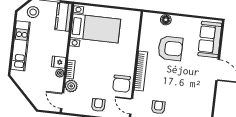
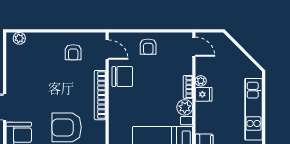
chair: (122, 84) -> (122, 77), turned 90
plant: (71, 86) -> (185, 107), moved

